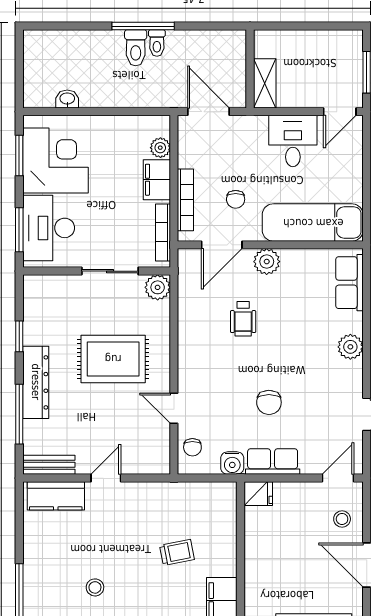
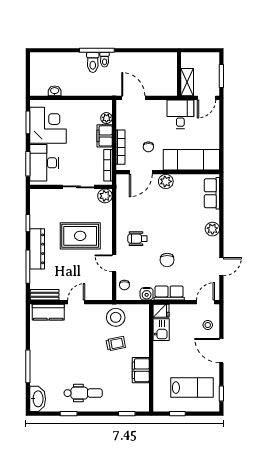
wall: (250, 69) -> (179, 74), moved
shelving: (265, 83) -> (187, 82), moved
wheelchair: (243, 319) -> (138, 239), moved, turned 90
kitchen sink: (258, 527) -> (161, 330), added
stool: (95, 587) -> (116, 317), moved, width x1.89, depth x1.89

